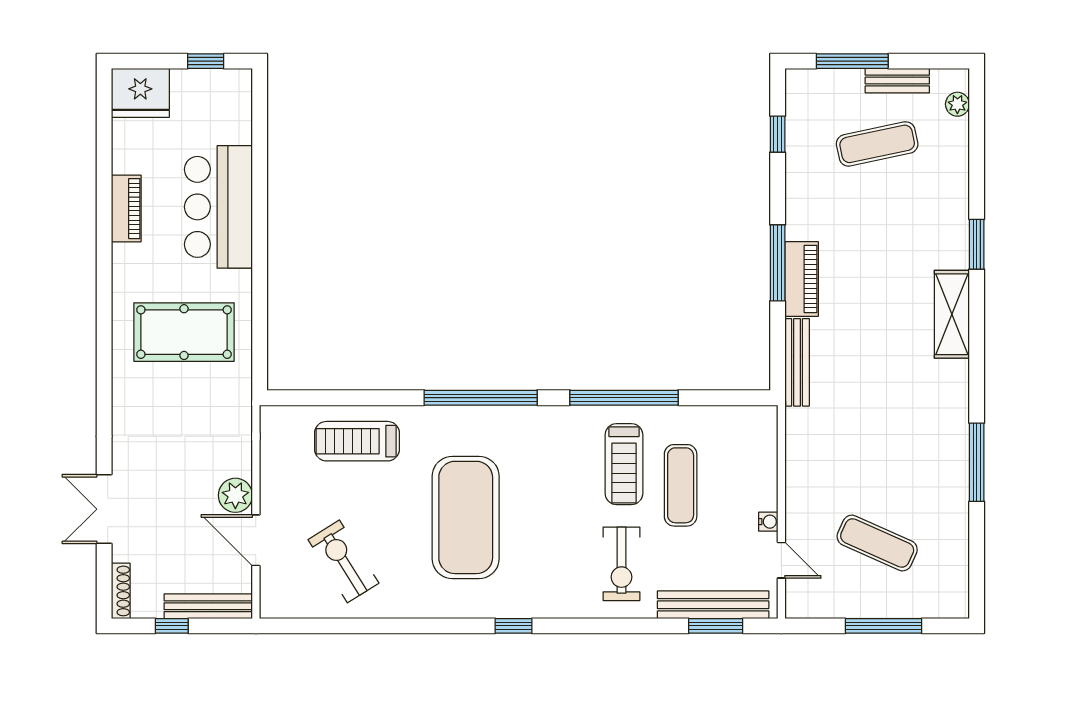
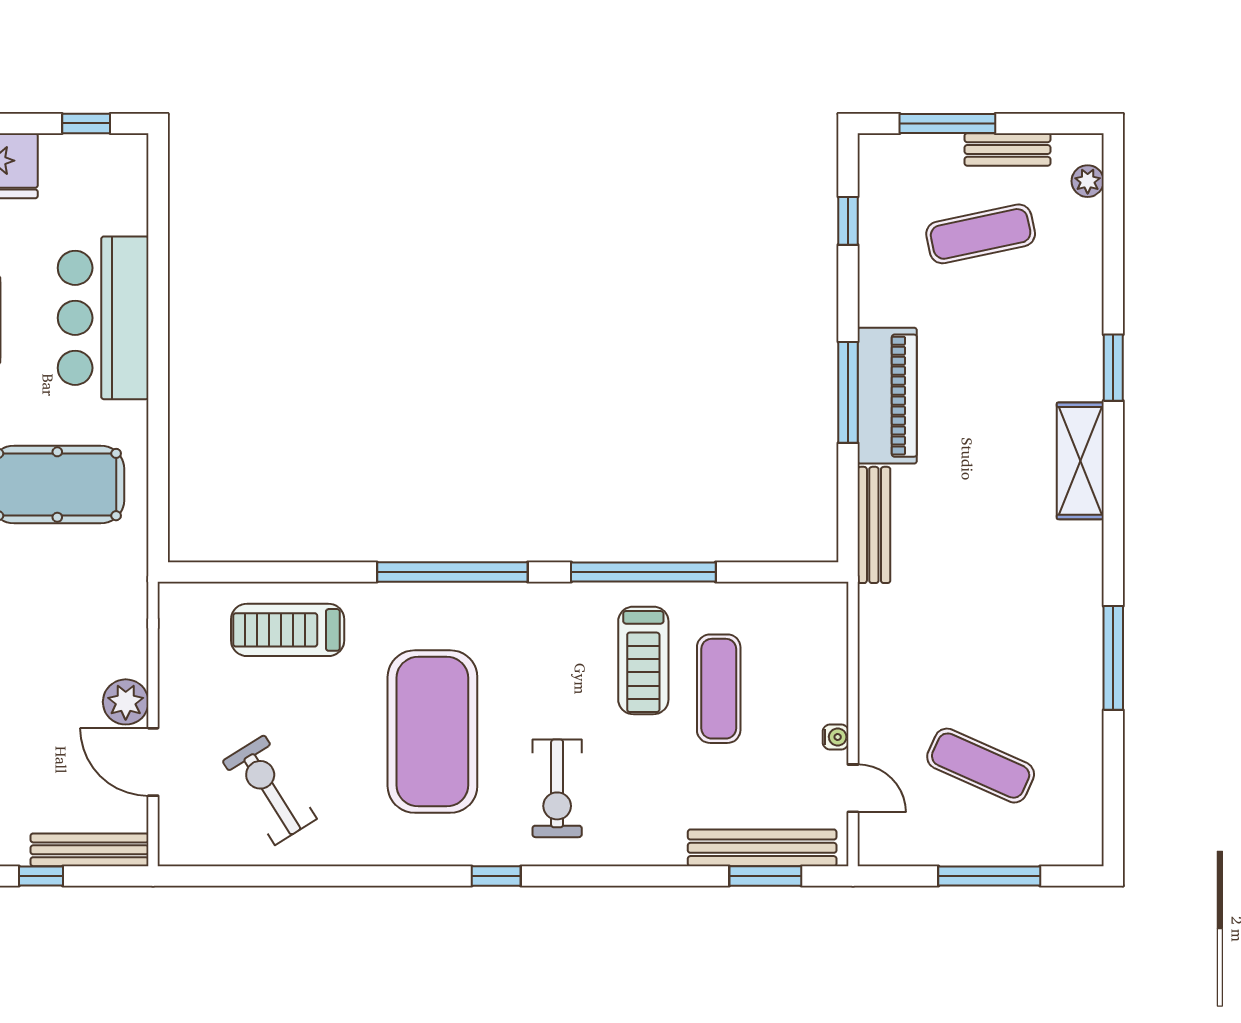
piano: (802, 279) -> (887, 396), width x1.37, depth x1.33
exercise bike: (621, 564) -> (557, 788), moved

